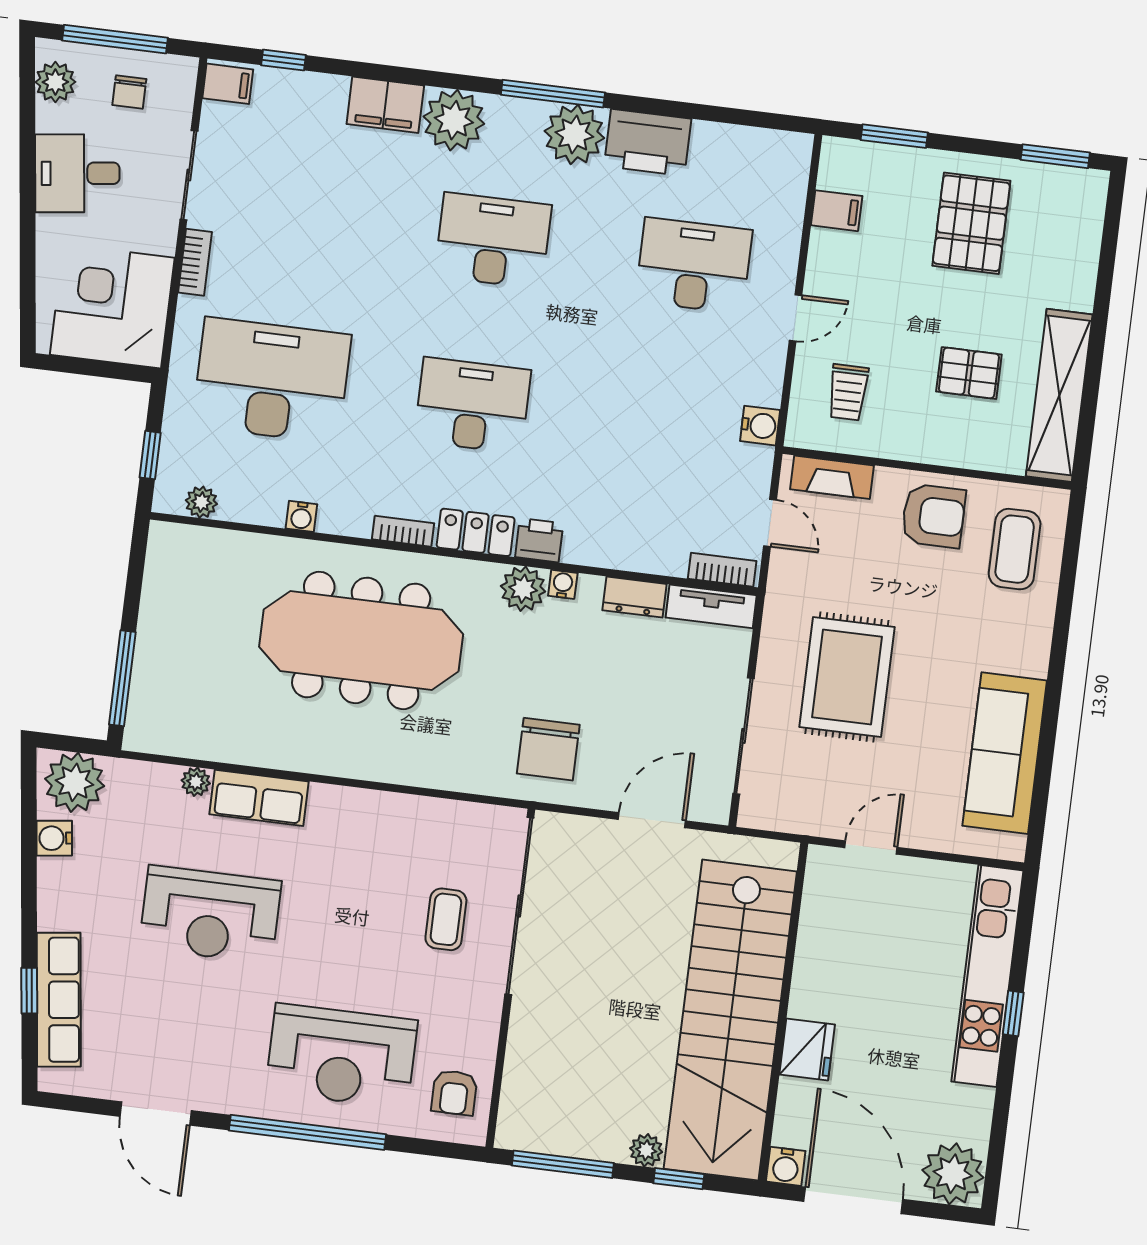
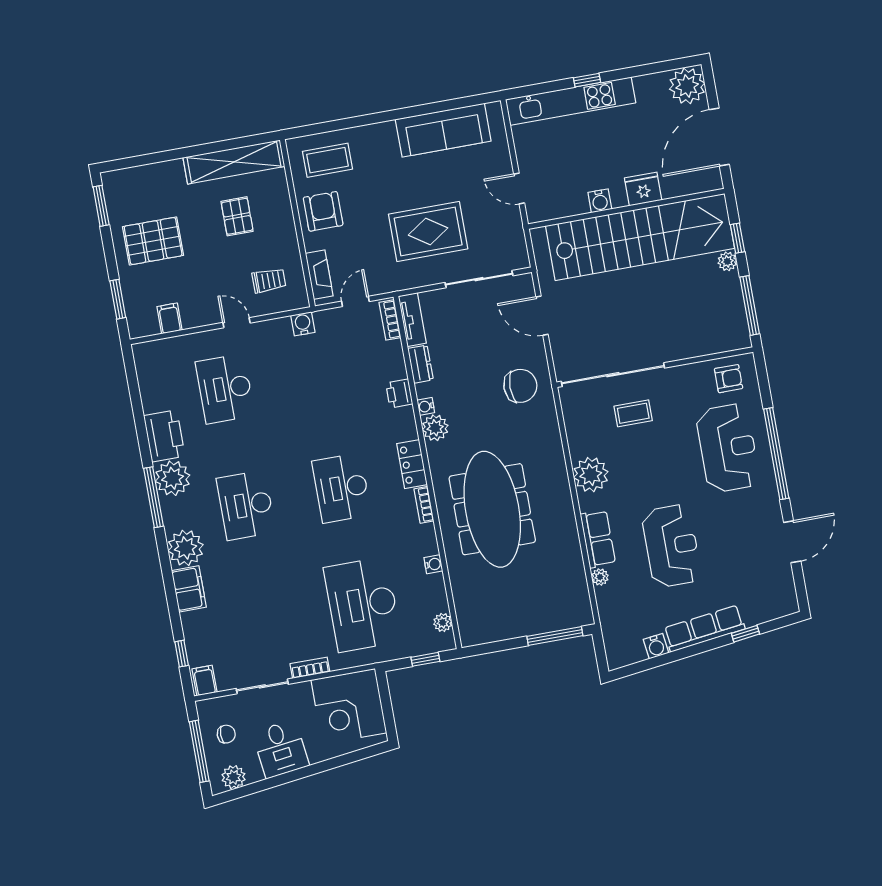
printer: (539, 540) -> (399, 393), moved
plant: (75, 782) -> (591, 475), moved
row of seats: (59, 1000) -> (704, 629), moved
water cooler: (786, 1166) -> (600, 201), moved, turned 90

